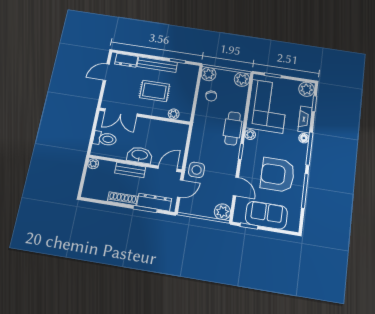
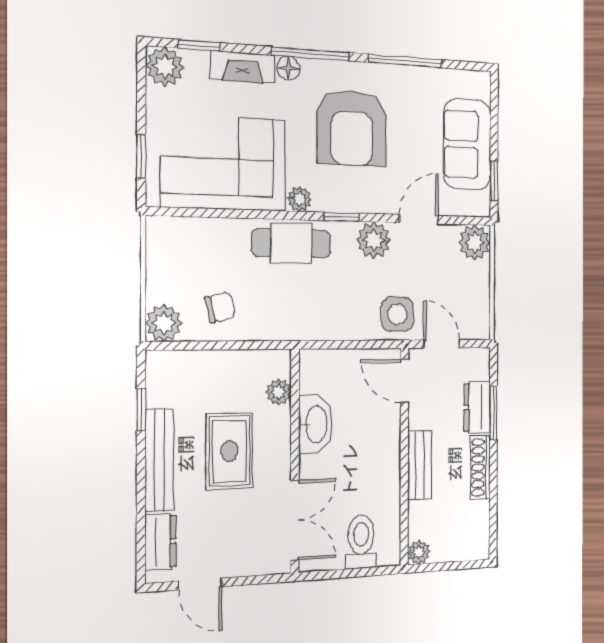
plant: (242, 79) -> (374, 240), moved
washbasin: (140, 155) -> (315, 424), moved, turned 180
armchair: (278, 175) -> (352, 128), moved
dresser: (154, 202) -> (477, 407), width x0.70

